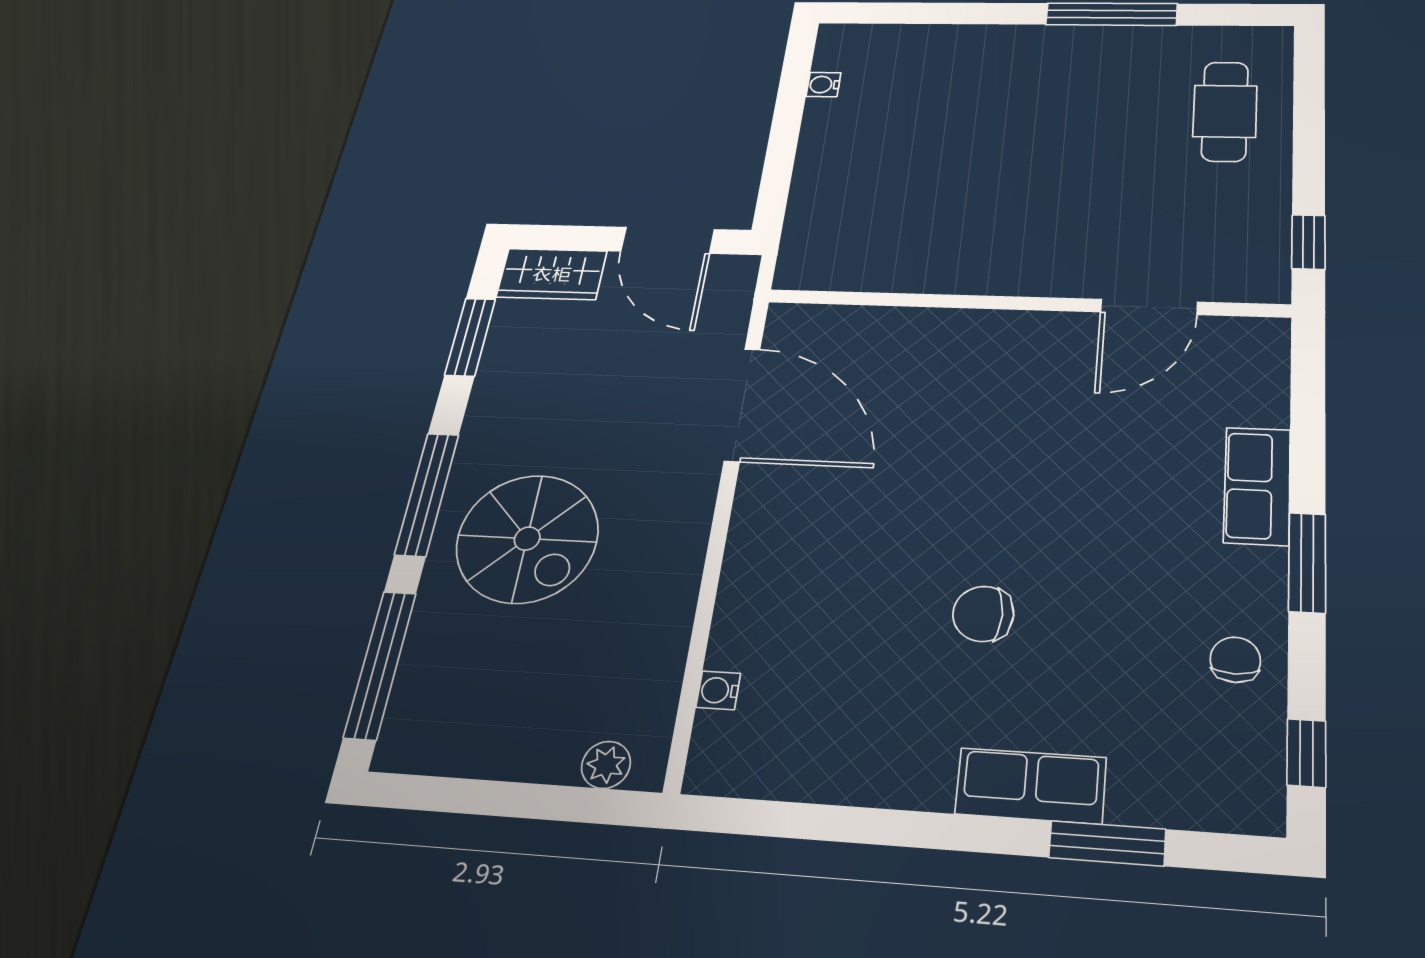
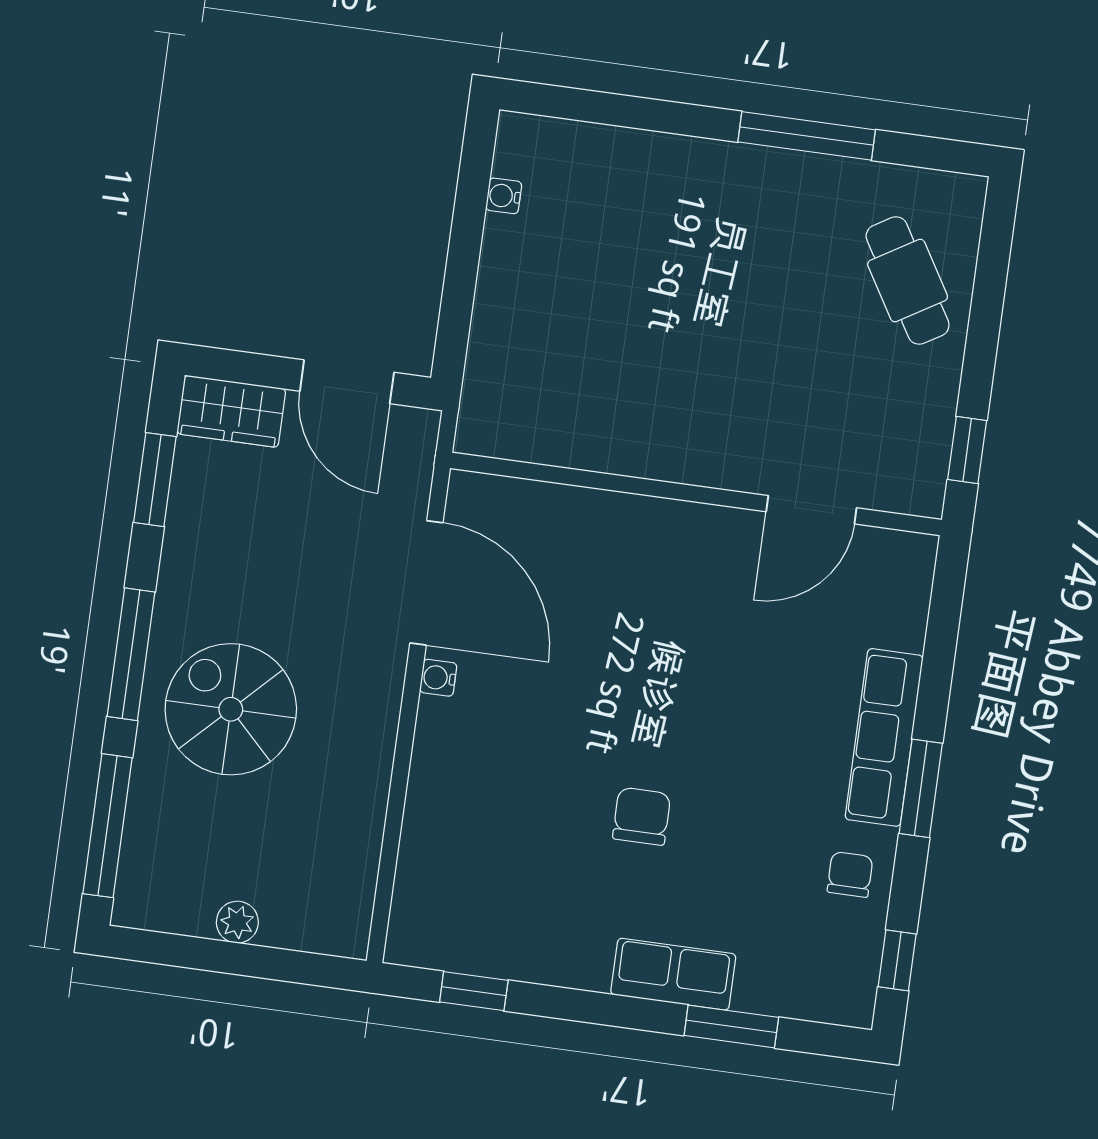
cafe table: (1225, 111) -> (908, 281), turned -31
row of seats: (1257, 486) -> (884, 737), width x1.48
spiral stairs: (527, 539) -> (231, 709), turned 180
chair: (983, 614) -> (642, 816), turned 90
water cooler: (718, 690) -> (438, 678), moved
plant: (606, 765) -> (237, 922), moved
window: (789, 820) -> (474, 991), added

